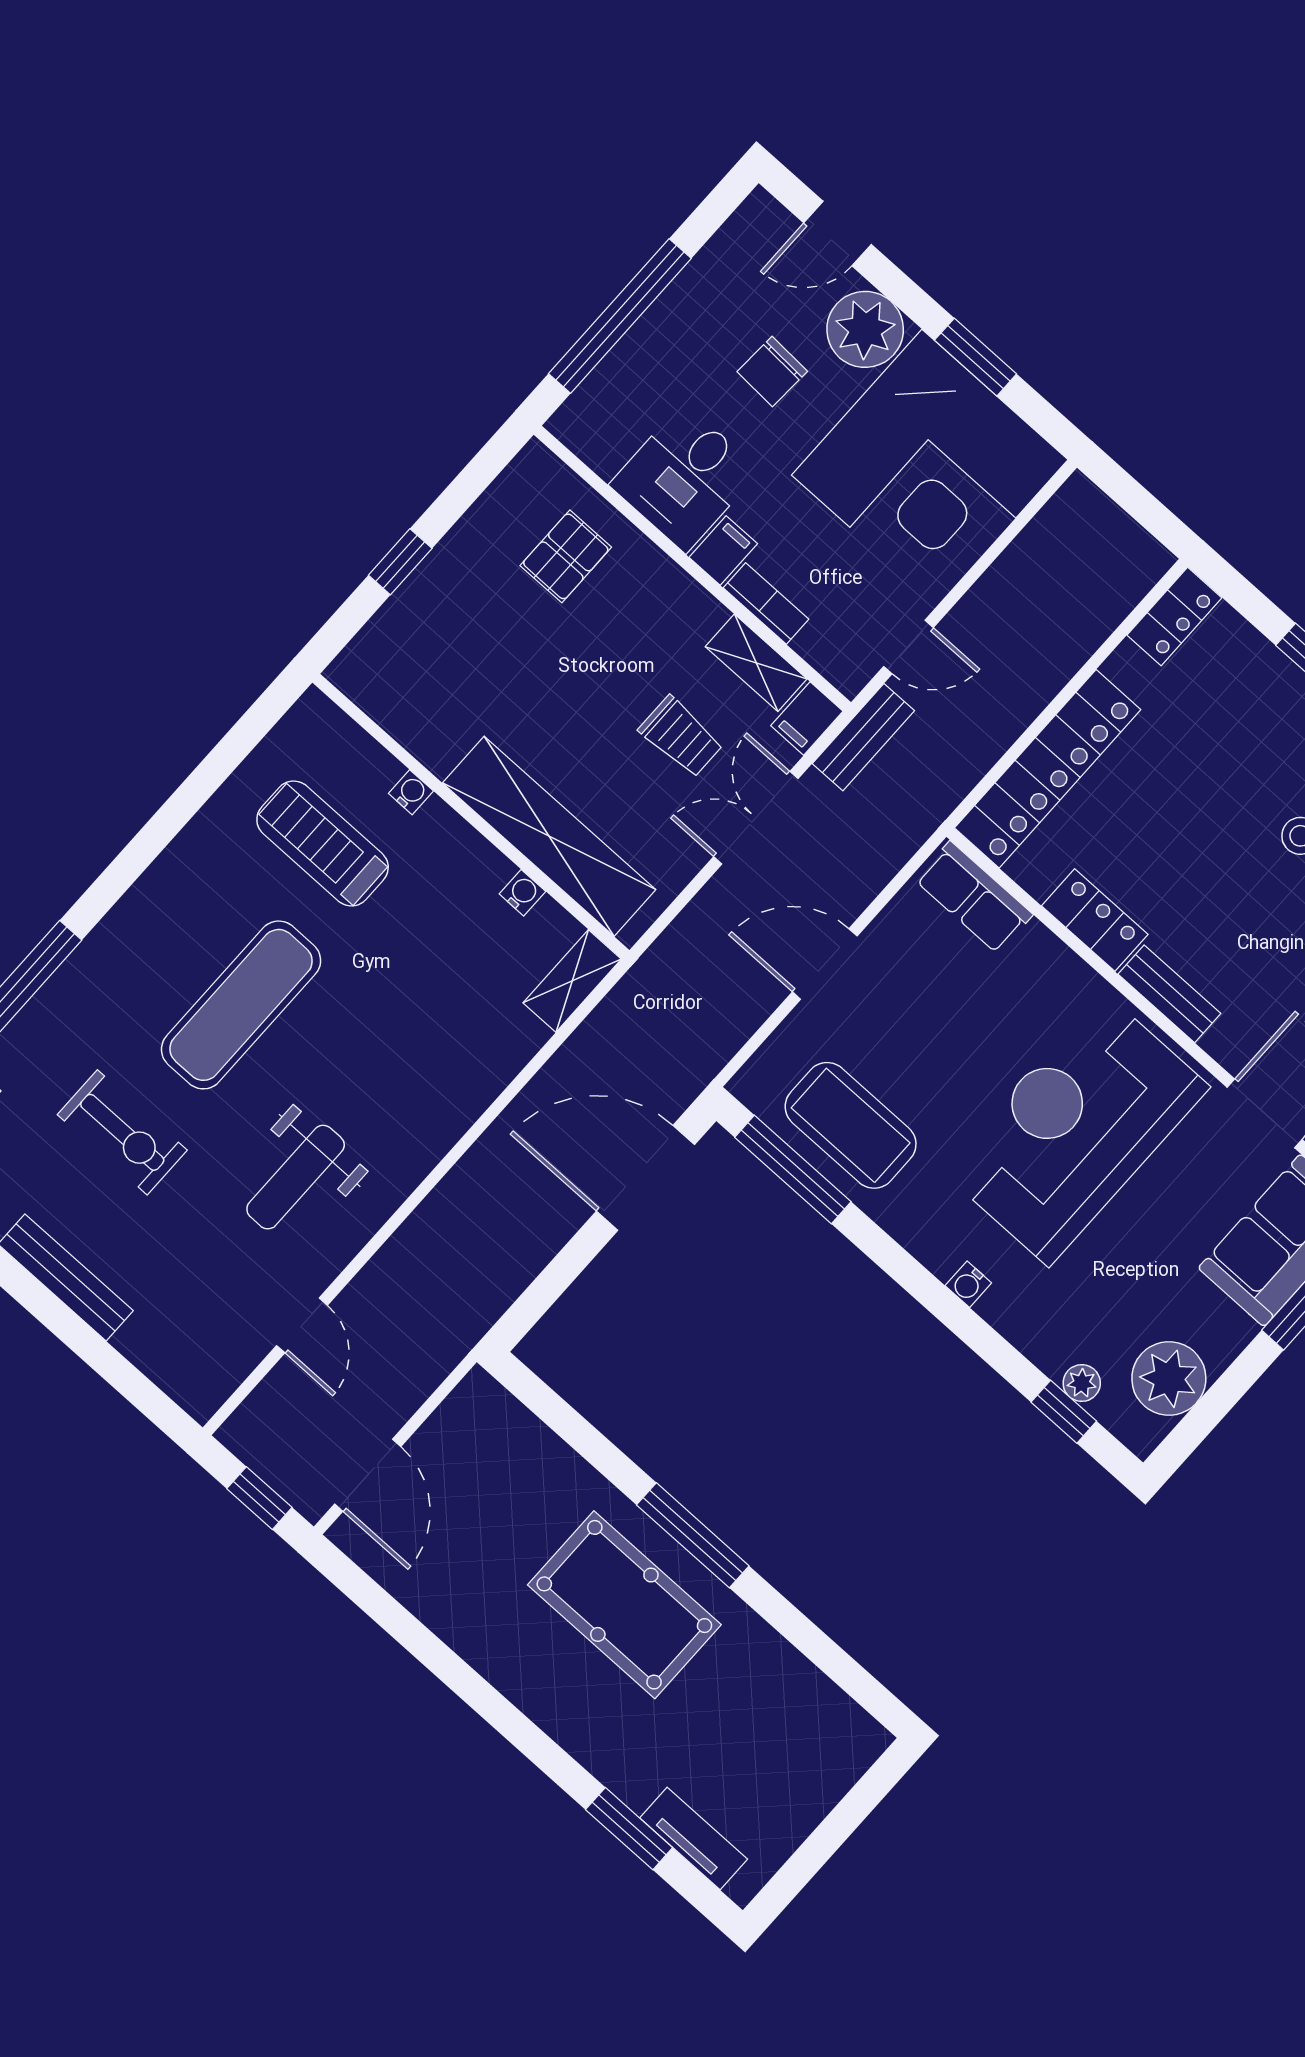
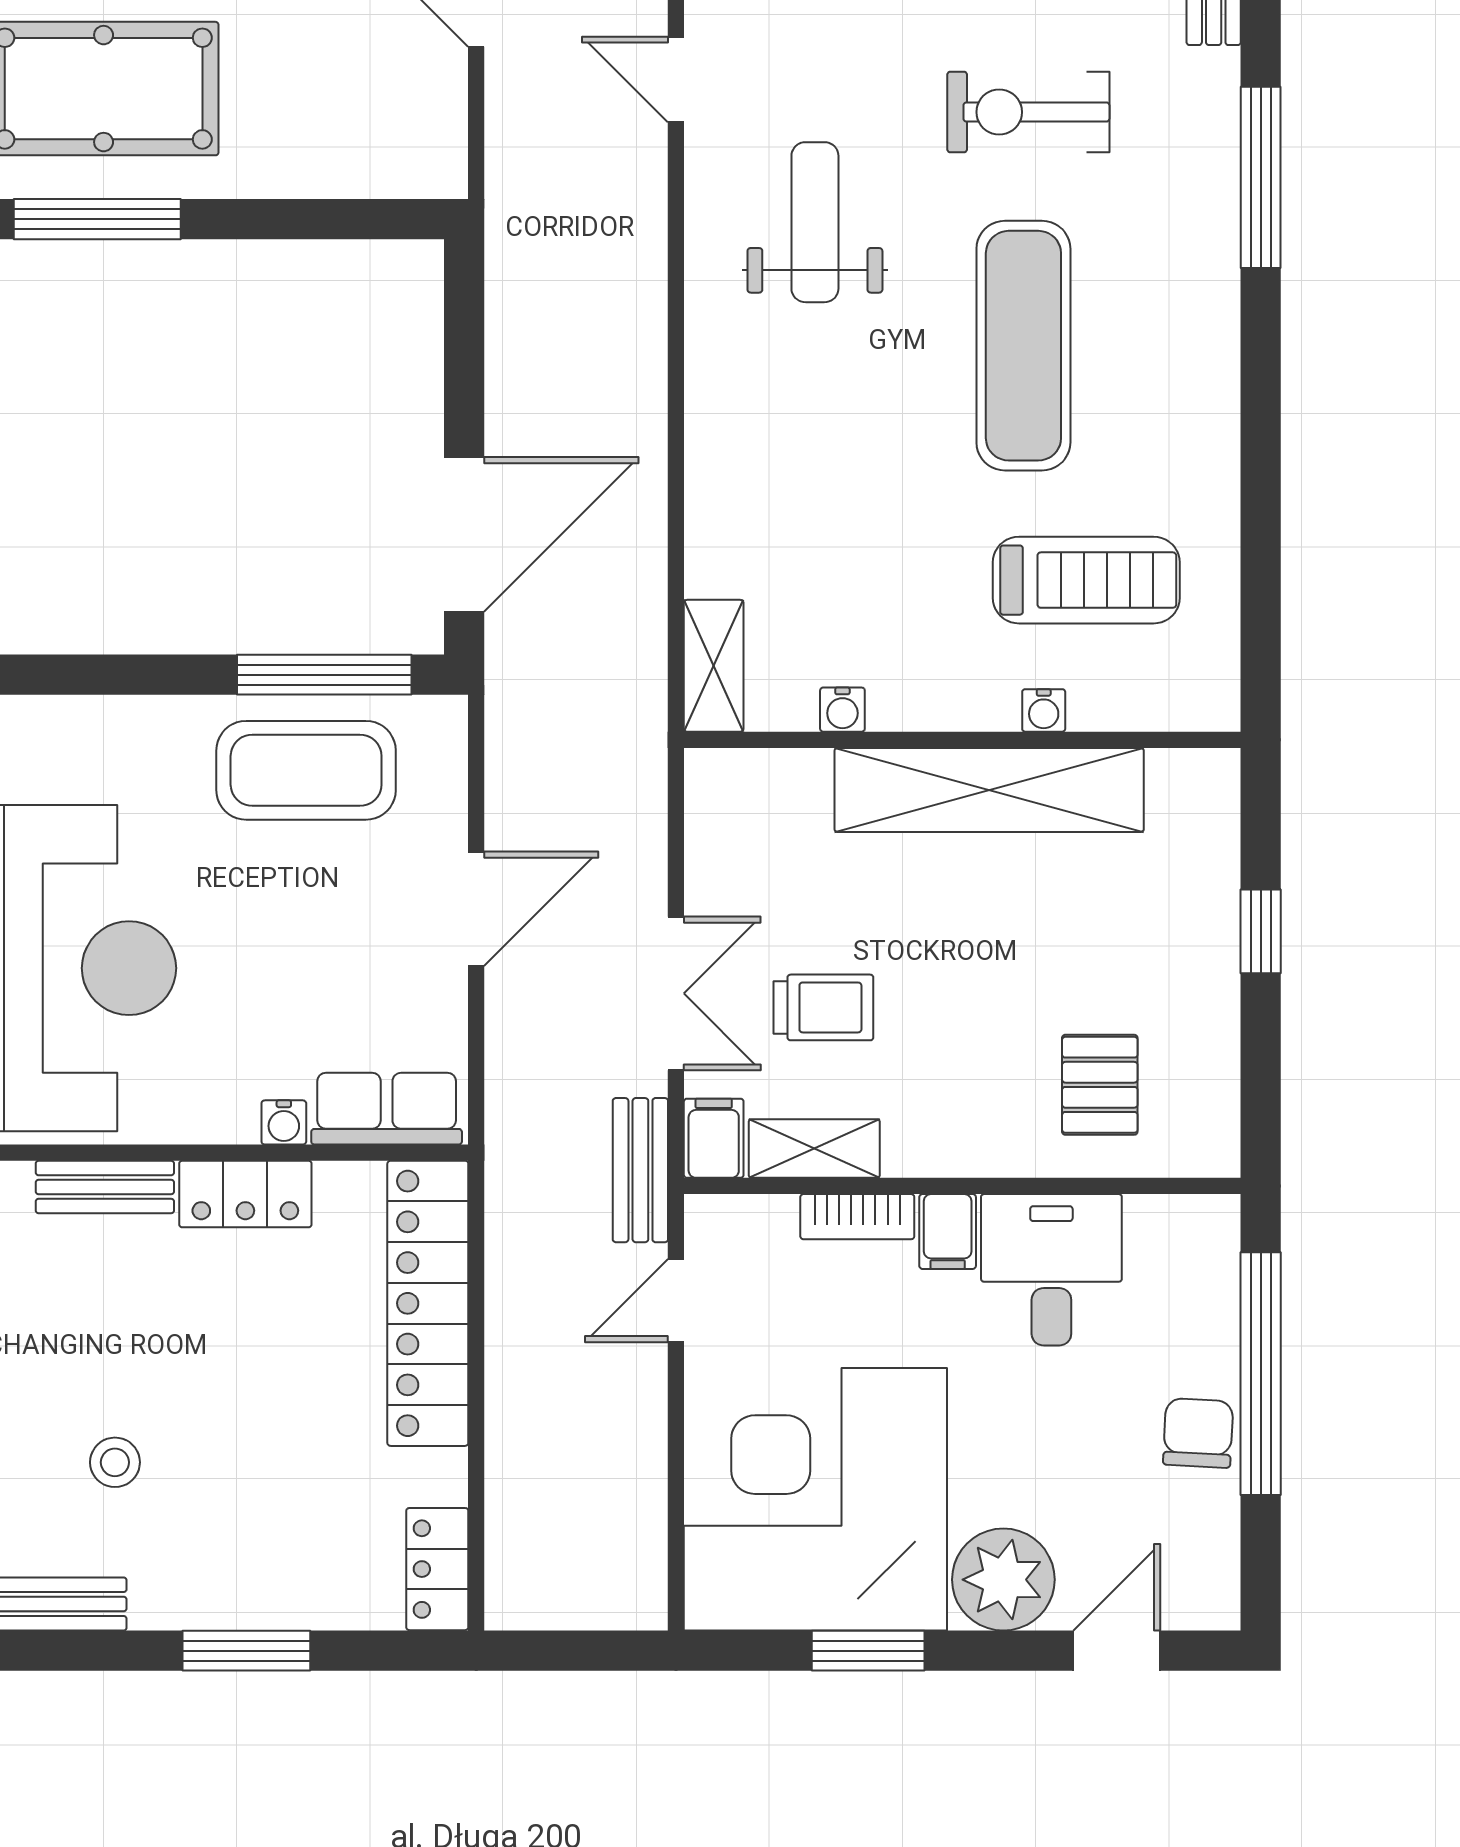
chair: (772, 372) -> (1198, 1433), moved
trolley: (681, 737) -> (823, 1007), turned 180
shelving: (549, 836) -> (989, 790), moved
water cooler: (968, 1284) -> (284, 1122), moved, turned 180

